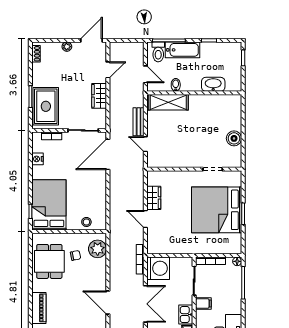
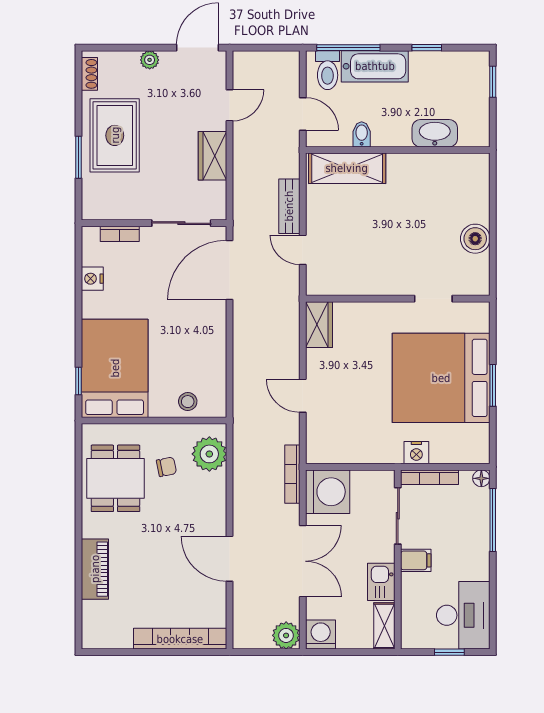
rug: (46, 106) -> (115, 135), moved
wardrobe: (154, 198) -> (319, 325), moved
nightstand: (204, 248) -> (416, 453), added

